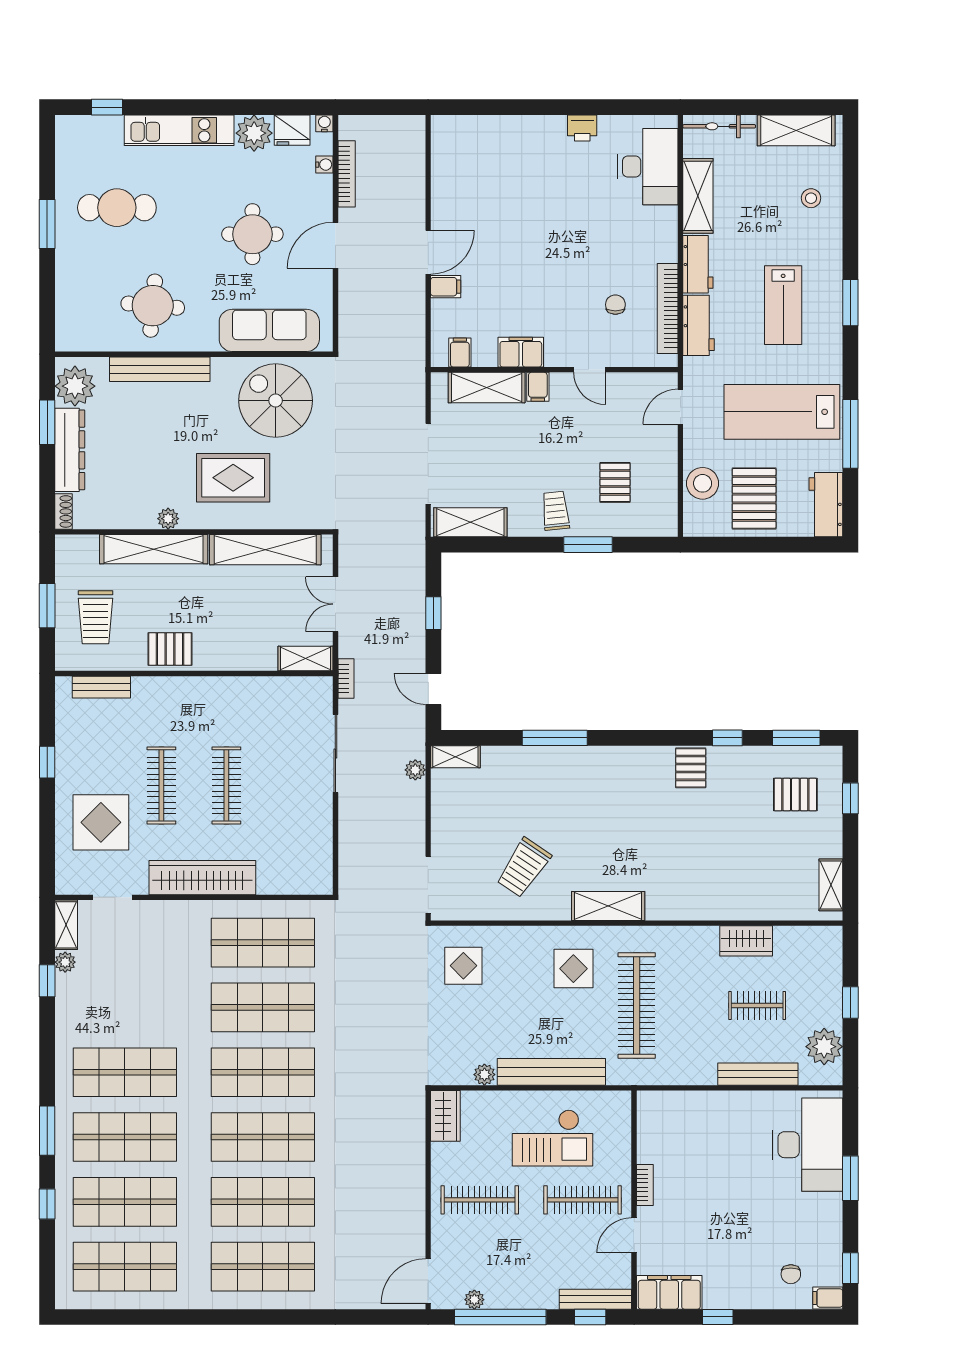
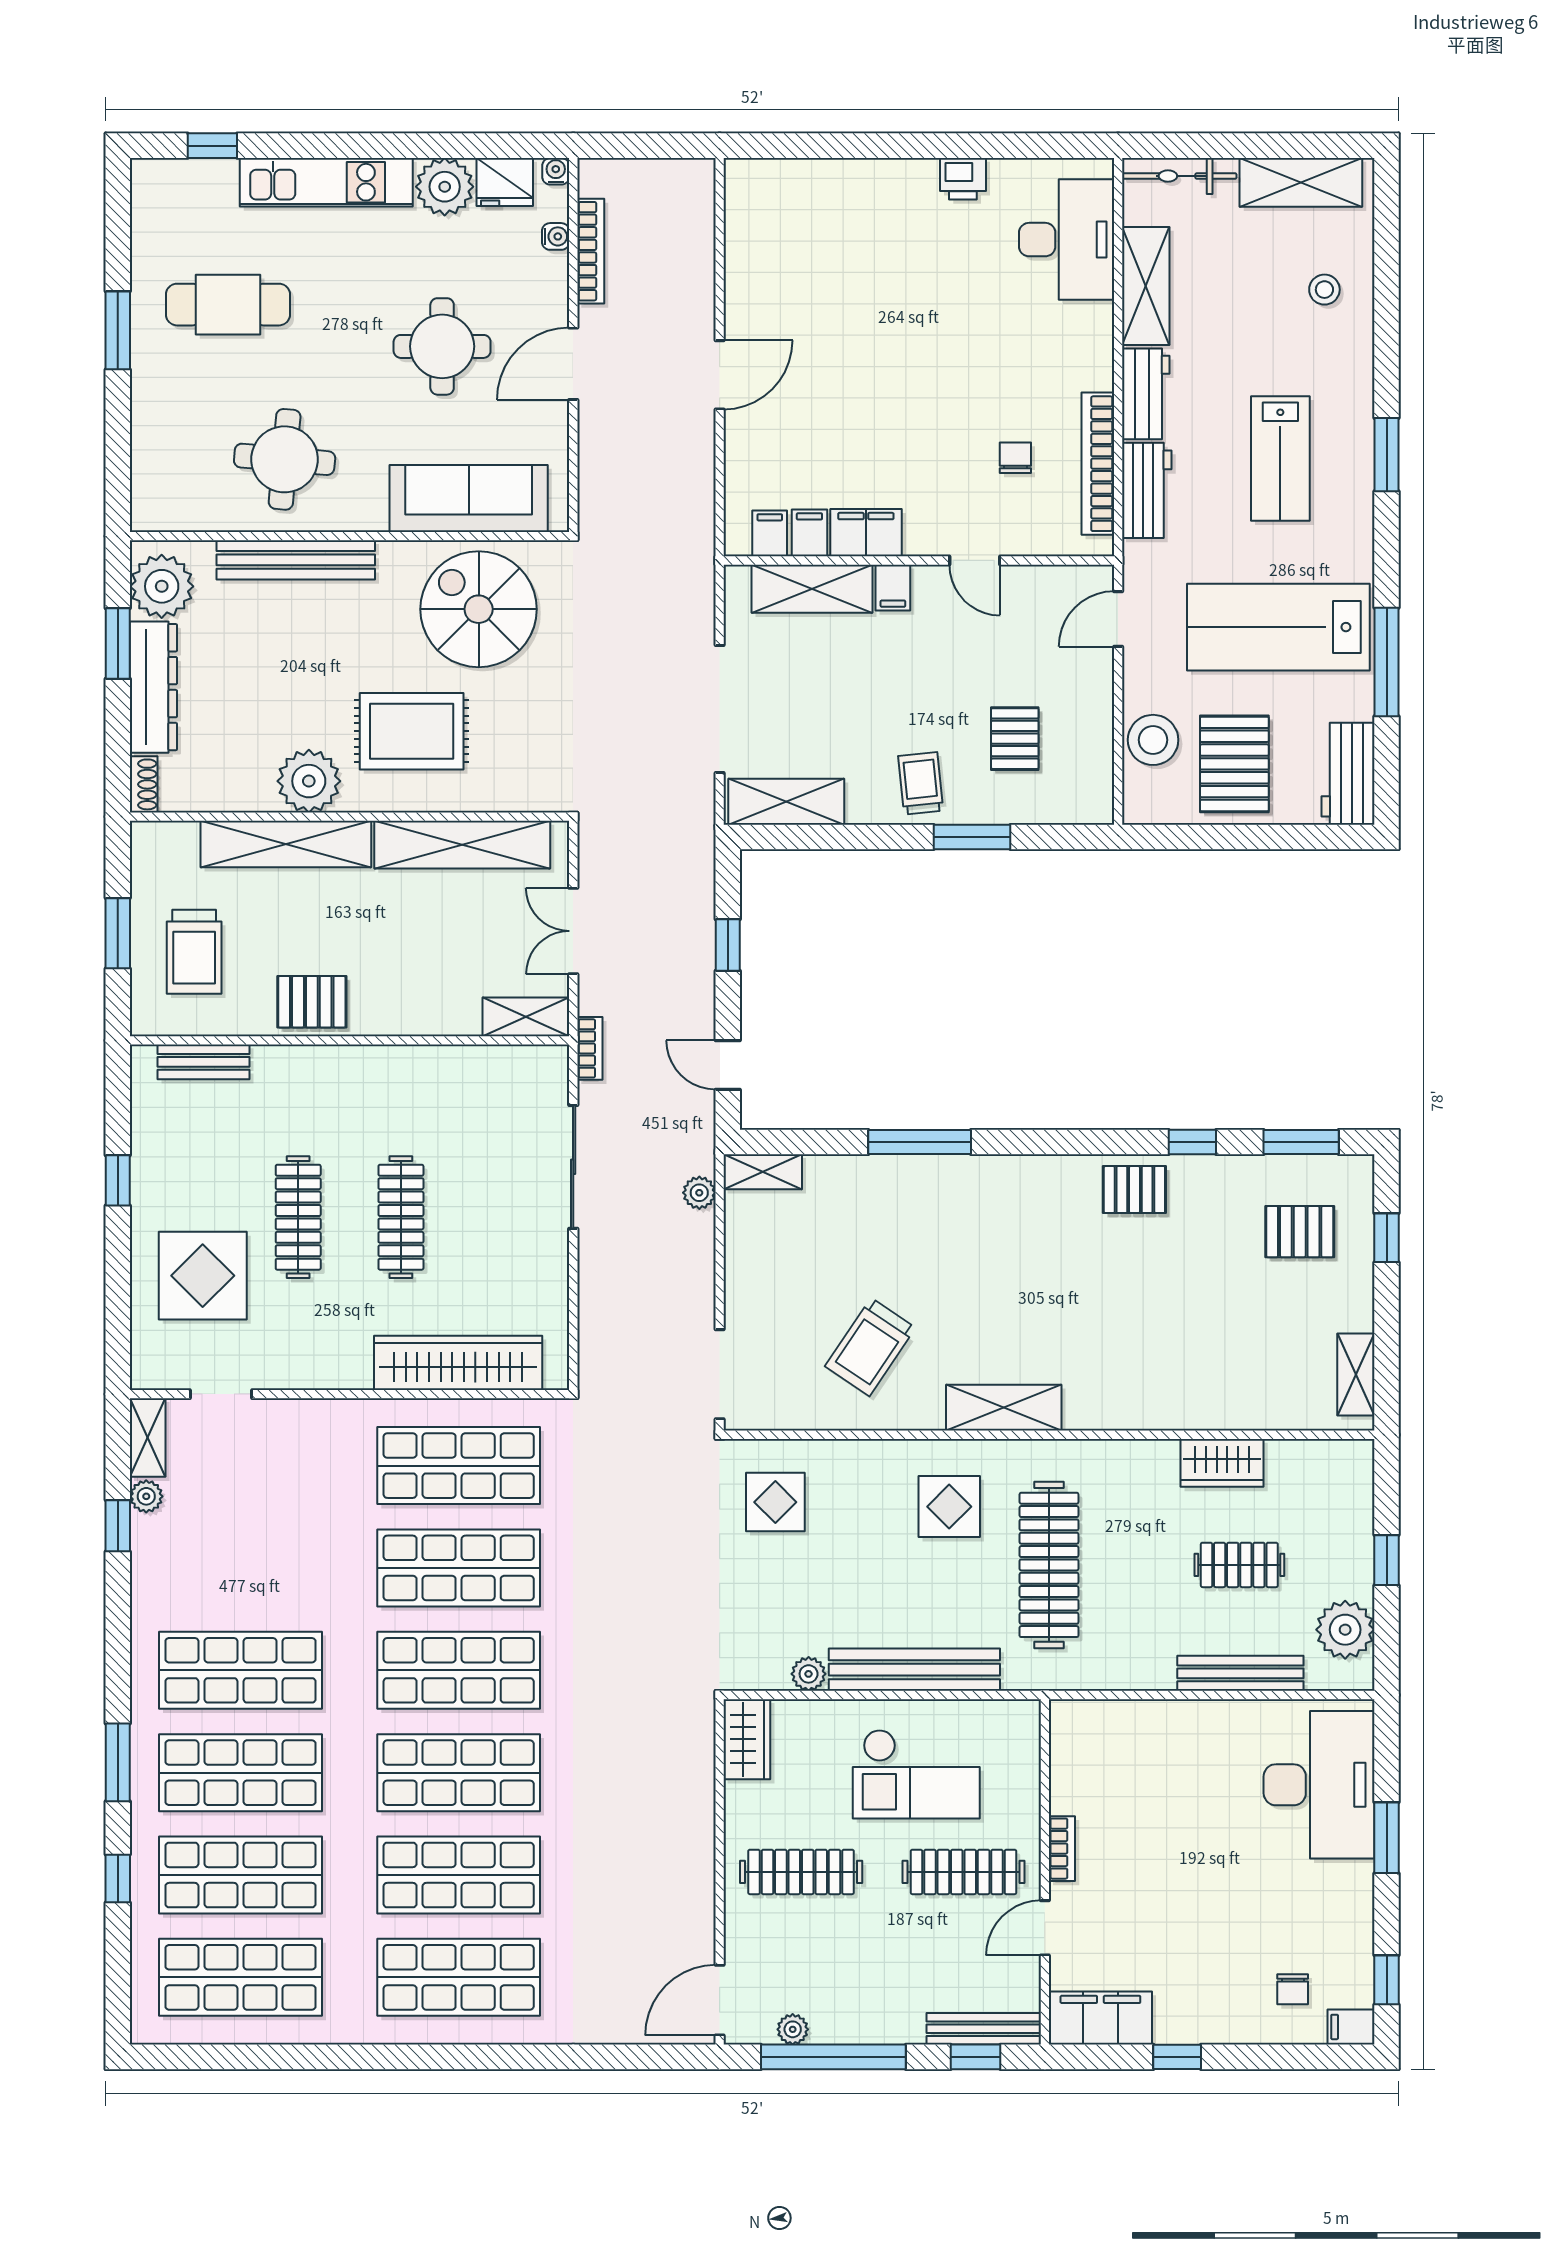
filing cabinet: (446, 287) -> (809, 533), moved, turned -90
plant: (168, 519) -> (309, 781), width x1.87, depth x1.87
pallet: (691, 768) -> (1134, 1190), turned 90
wardrobe: (202, 878) -> (458, 1363), moved

